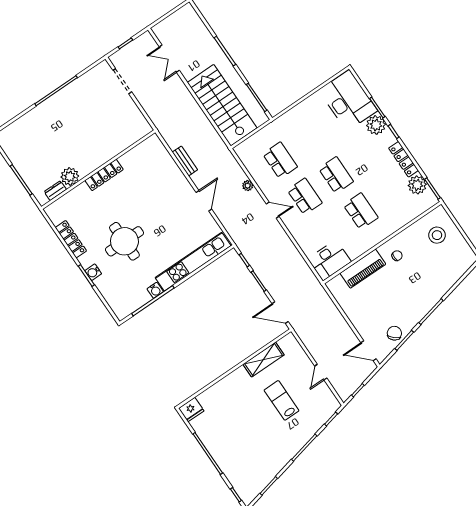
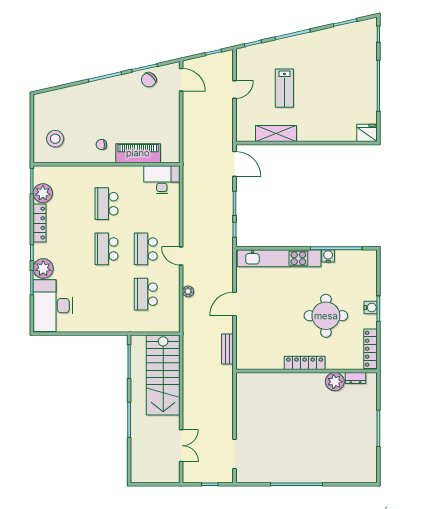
wall: (98, 170) -> (306, 371), moved
locker: (104, 175) -> (305, 363), moved
plant: (70, 176) -> (335, 382), moved
dresser: (55, 191) -> (355, 378), moved

